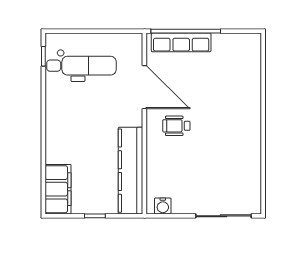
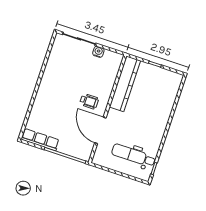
row of seats: (181, 42) -> (40, 140), moved
filing cabinet: (58, 189) -> (171, 87), removed
water cooler: (163, 206) -> (98, 52), moved

